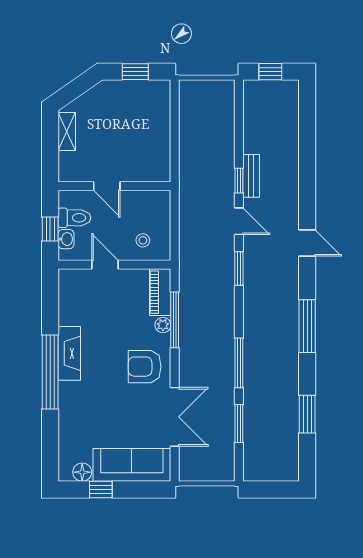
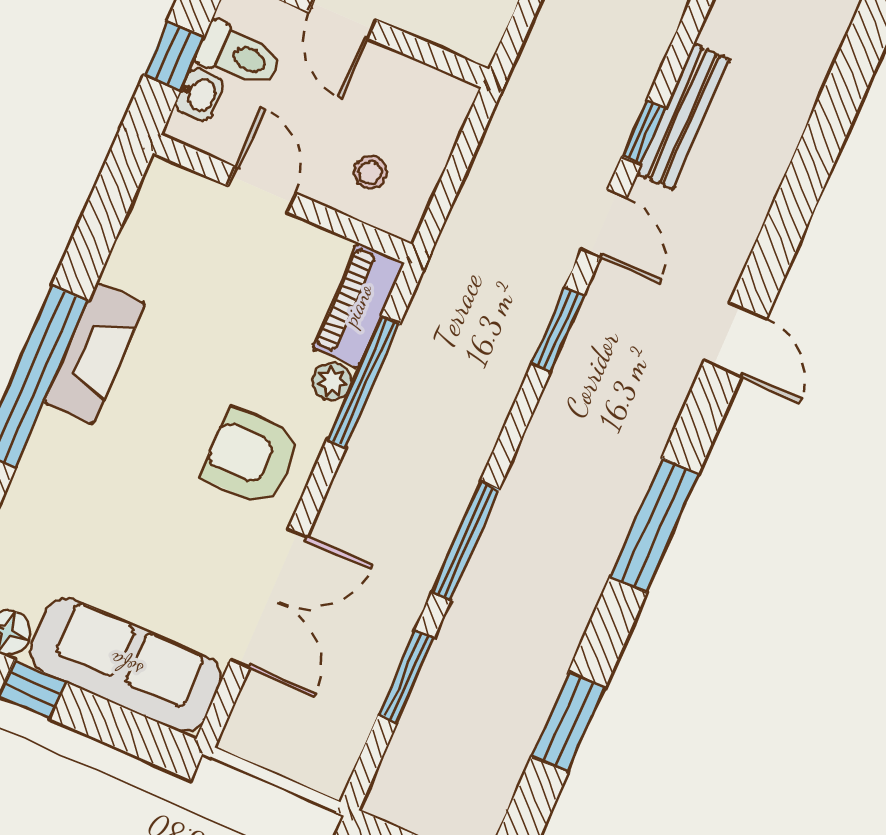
bench: (251, 176) -> (683, 117), width x1.36

